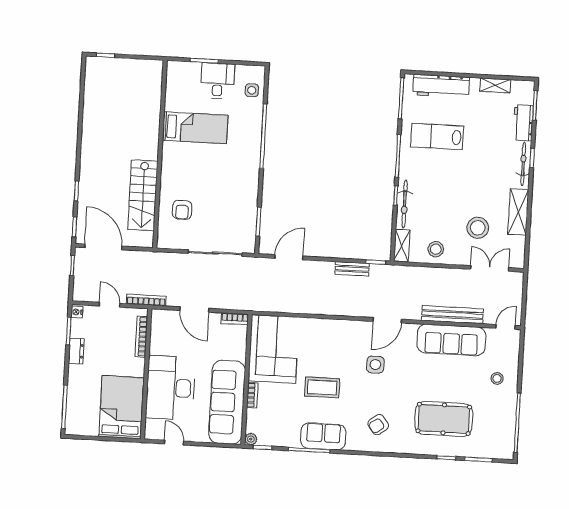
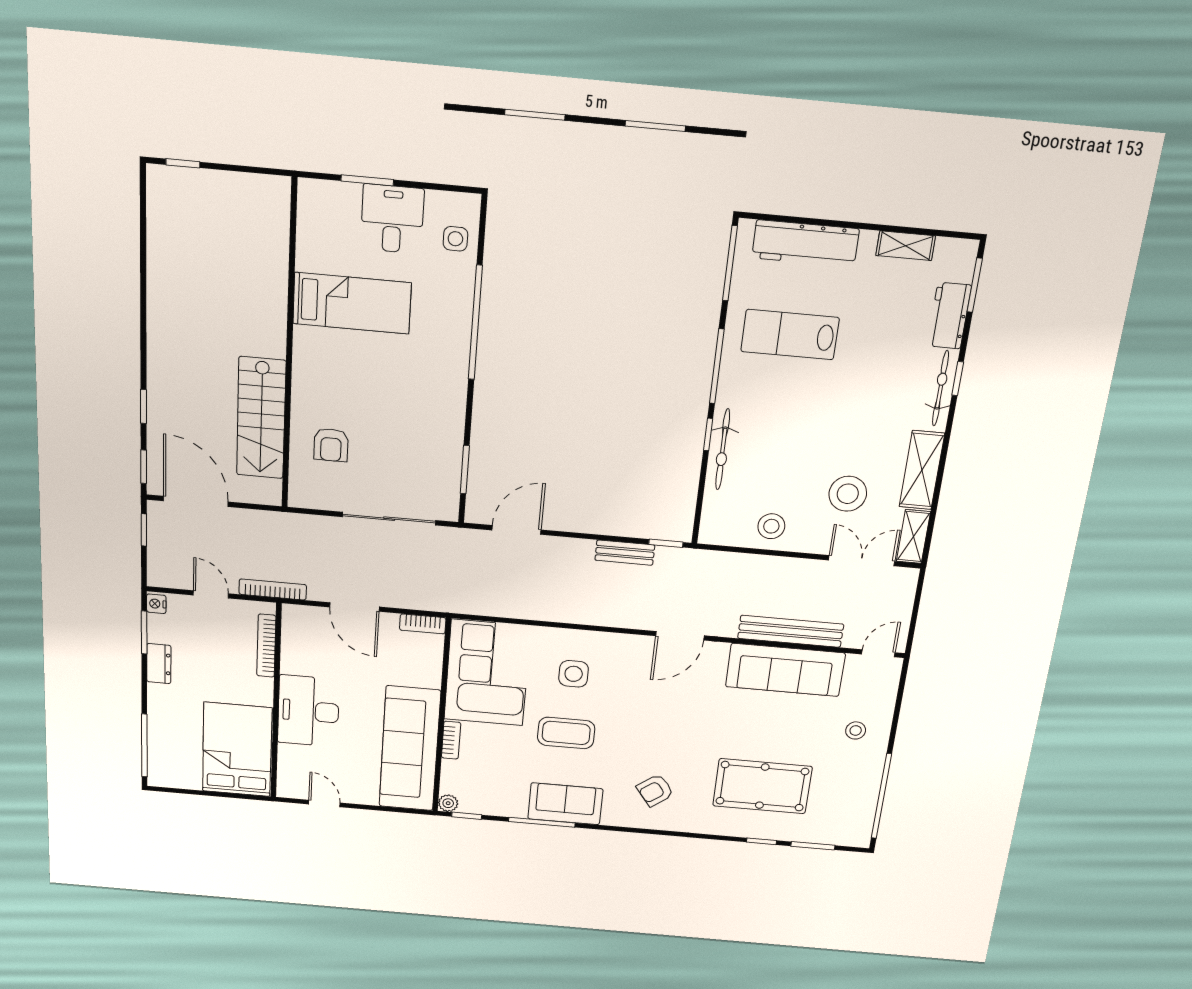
shelving: (402, 245) -> (913, 537), moved
side table: (375, 365) -> (574, 674), moved
desk: (170, 388) -> (308, 711), width x0.73, depth x0.77

